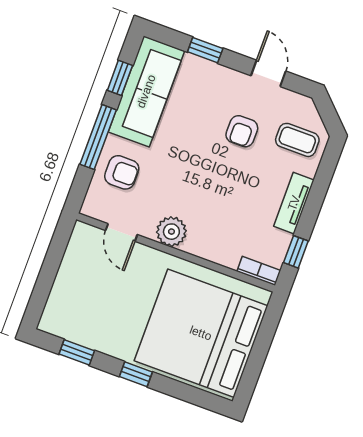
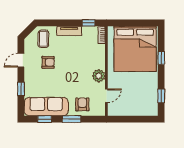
window: (98, 137) -> (72, 119), width x0.69
window: (136, 374) -> (161, 58), moved

